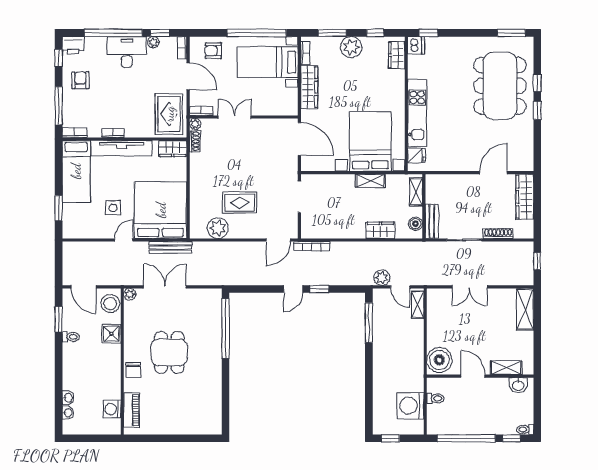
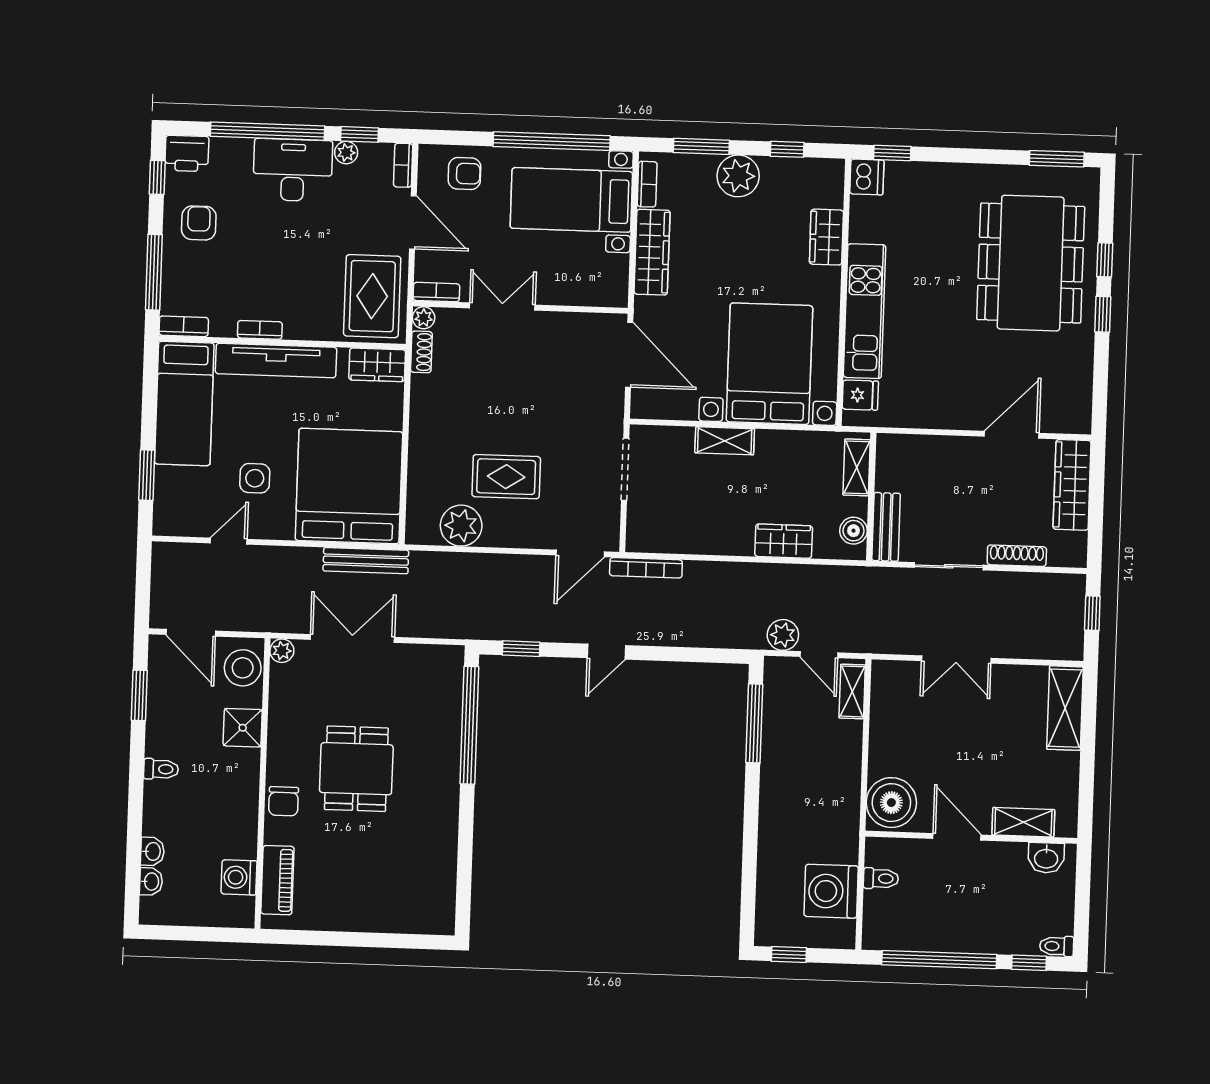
armchair: (213, 51) -> (464, 174), turned 180
wardrobe: (397, 55) -> (826, 237), moved
shelving: (370, 181) -> (725, 441), moved
door: (124, 240) -> (229, 541), moved
window: (319, 289) -> (521, 649), moved
toilet: (71, 337) -> (161, 769), moved

